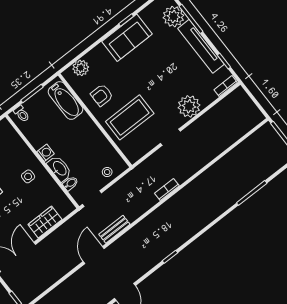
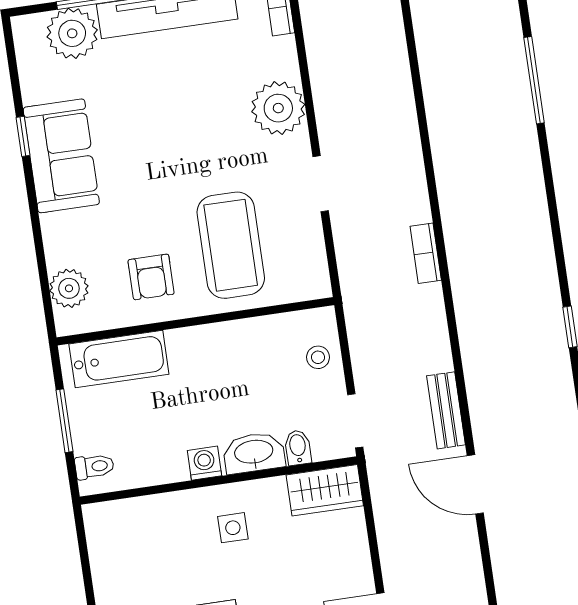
wardrobe: (45, 222) -> (325, 490), moved, turned -90

